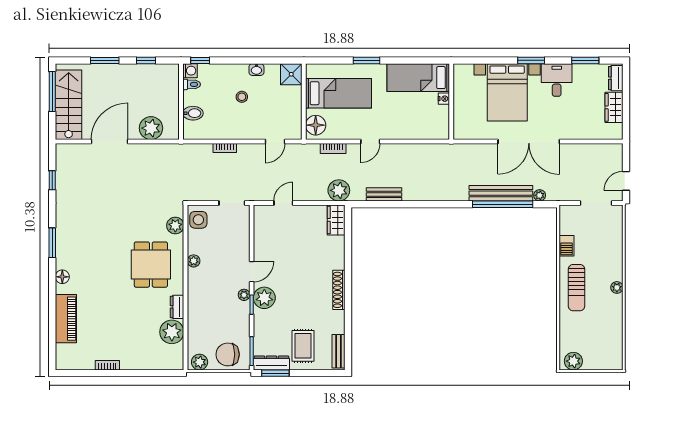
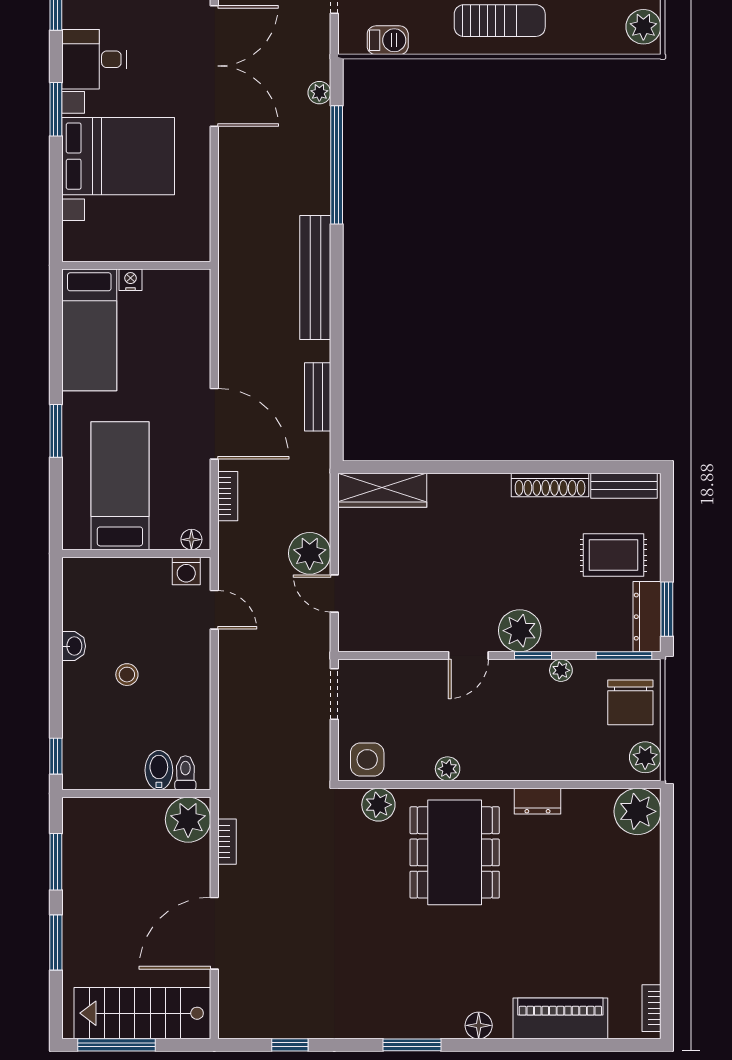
window: (146, 60) -> (56, 862), width x1.50
washing machine: (190, 71) -> (186, 571), moved, turned 180
shower: (291, 74) -> (83, 578), removed
toilet: (192, 84) -> (185, 773), moved
floor lamp: (316, 125) -> (191, 540), width x0.53, depth x0.53
plant: (151, 128) -> (188, 820), moved
door: (109, 142) -> (214, 933), hinge flipped
door: (370, 142) -> (214, 424), width x1.88
double door: (529, 142) -> (214, 66), moved
bookcase: (225, 148) -> (227, 842), moved
plant: (339, 190) -> (310, 553), moved
bench: (501, 193) -> (315, 277), moved
wardrobe: (336, 220) -> (382, 490), width x1.50
barbecue: (566, 246) -> (388, 40), moved
dining table: (151, 265) -> (455, 852), width x1.37
door: (252, 272) -> (468, 655), swing flipped
shoe rack: (339, 290) -> (550, 485), moved
plant: (244, 295) -> (561, 670), moved
plant: (172, 332) -> (637, 811), moved
bookcase: (107, 365) -> (651, 1008), moved

